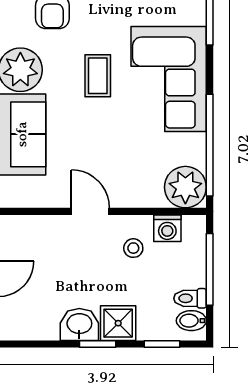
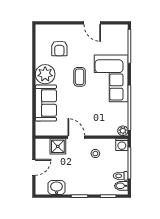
plant: (185, 187) -> (123, 131), width x0.53, depth x0.53
washing machine: (167, 228) -> (122, 145), moved
shower: (118, 323) -> (58, 146), moved
washbasin: (79, 324) -> (57, 188), moved

